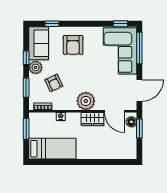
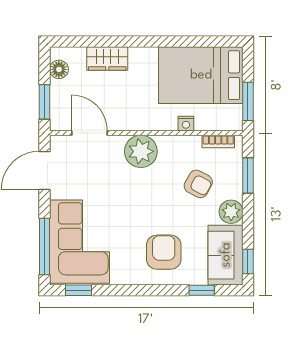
window: (26, 58) -> (248, 262), moved
armchair: (54, 83) -> (198, 184), turned 143
wardrobe: (92, 119) -> (107, 59), moved, turned 180
floor lamp: (131, 122) -> (59, 69), moved
bed: (52, 149) -> (201, 75), width x1.50

